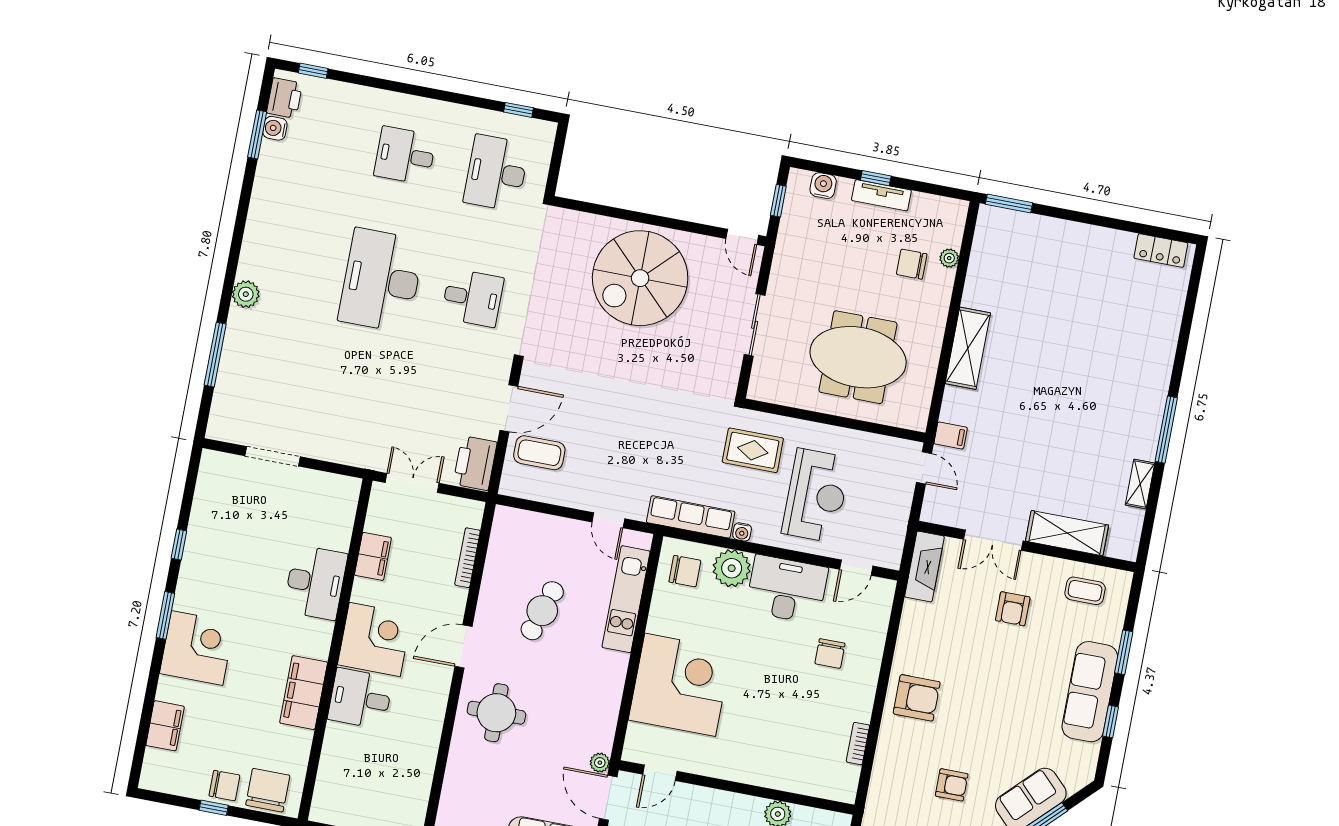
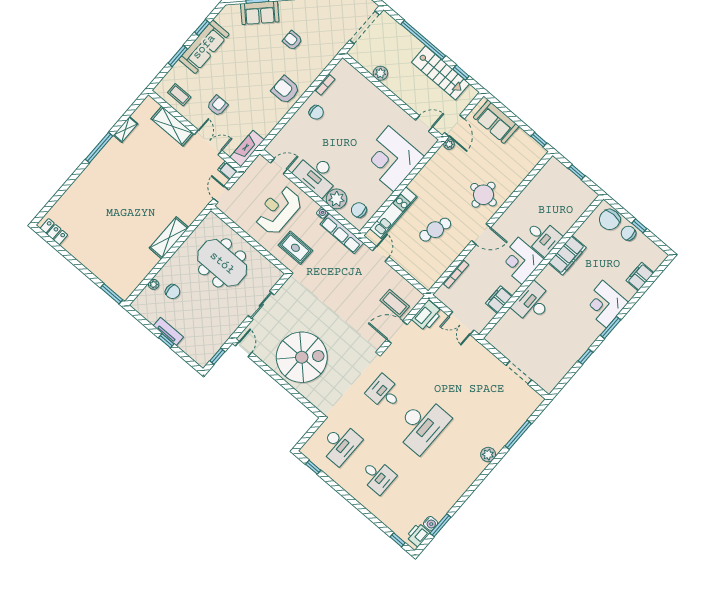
water cooler: (823, 186) -> (193, 351), removed
filing cabinet: (951, 436) -> (227, 170), moved
chair: (830, 653) -> (316, 112), moved, turned 90

